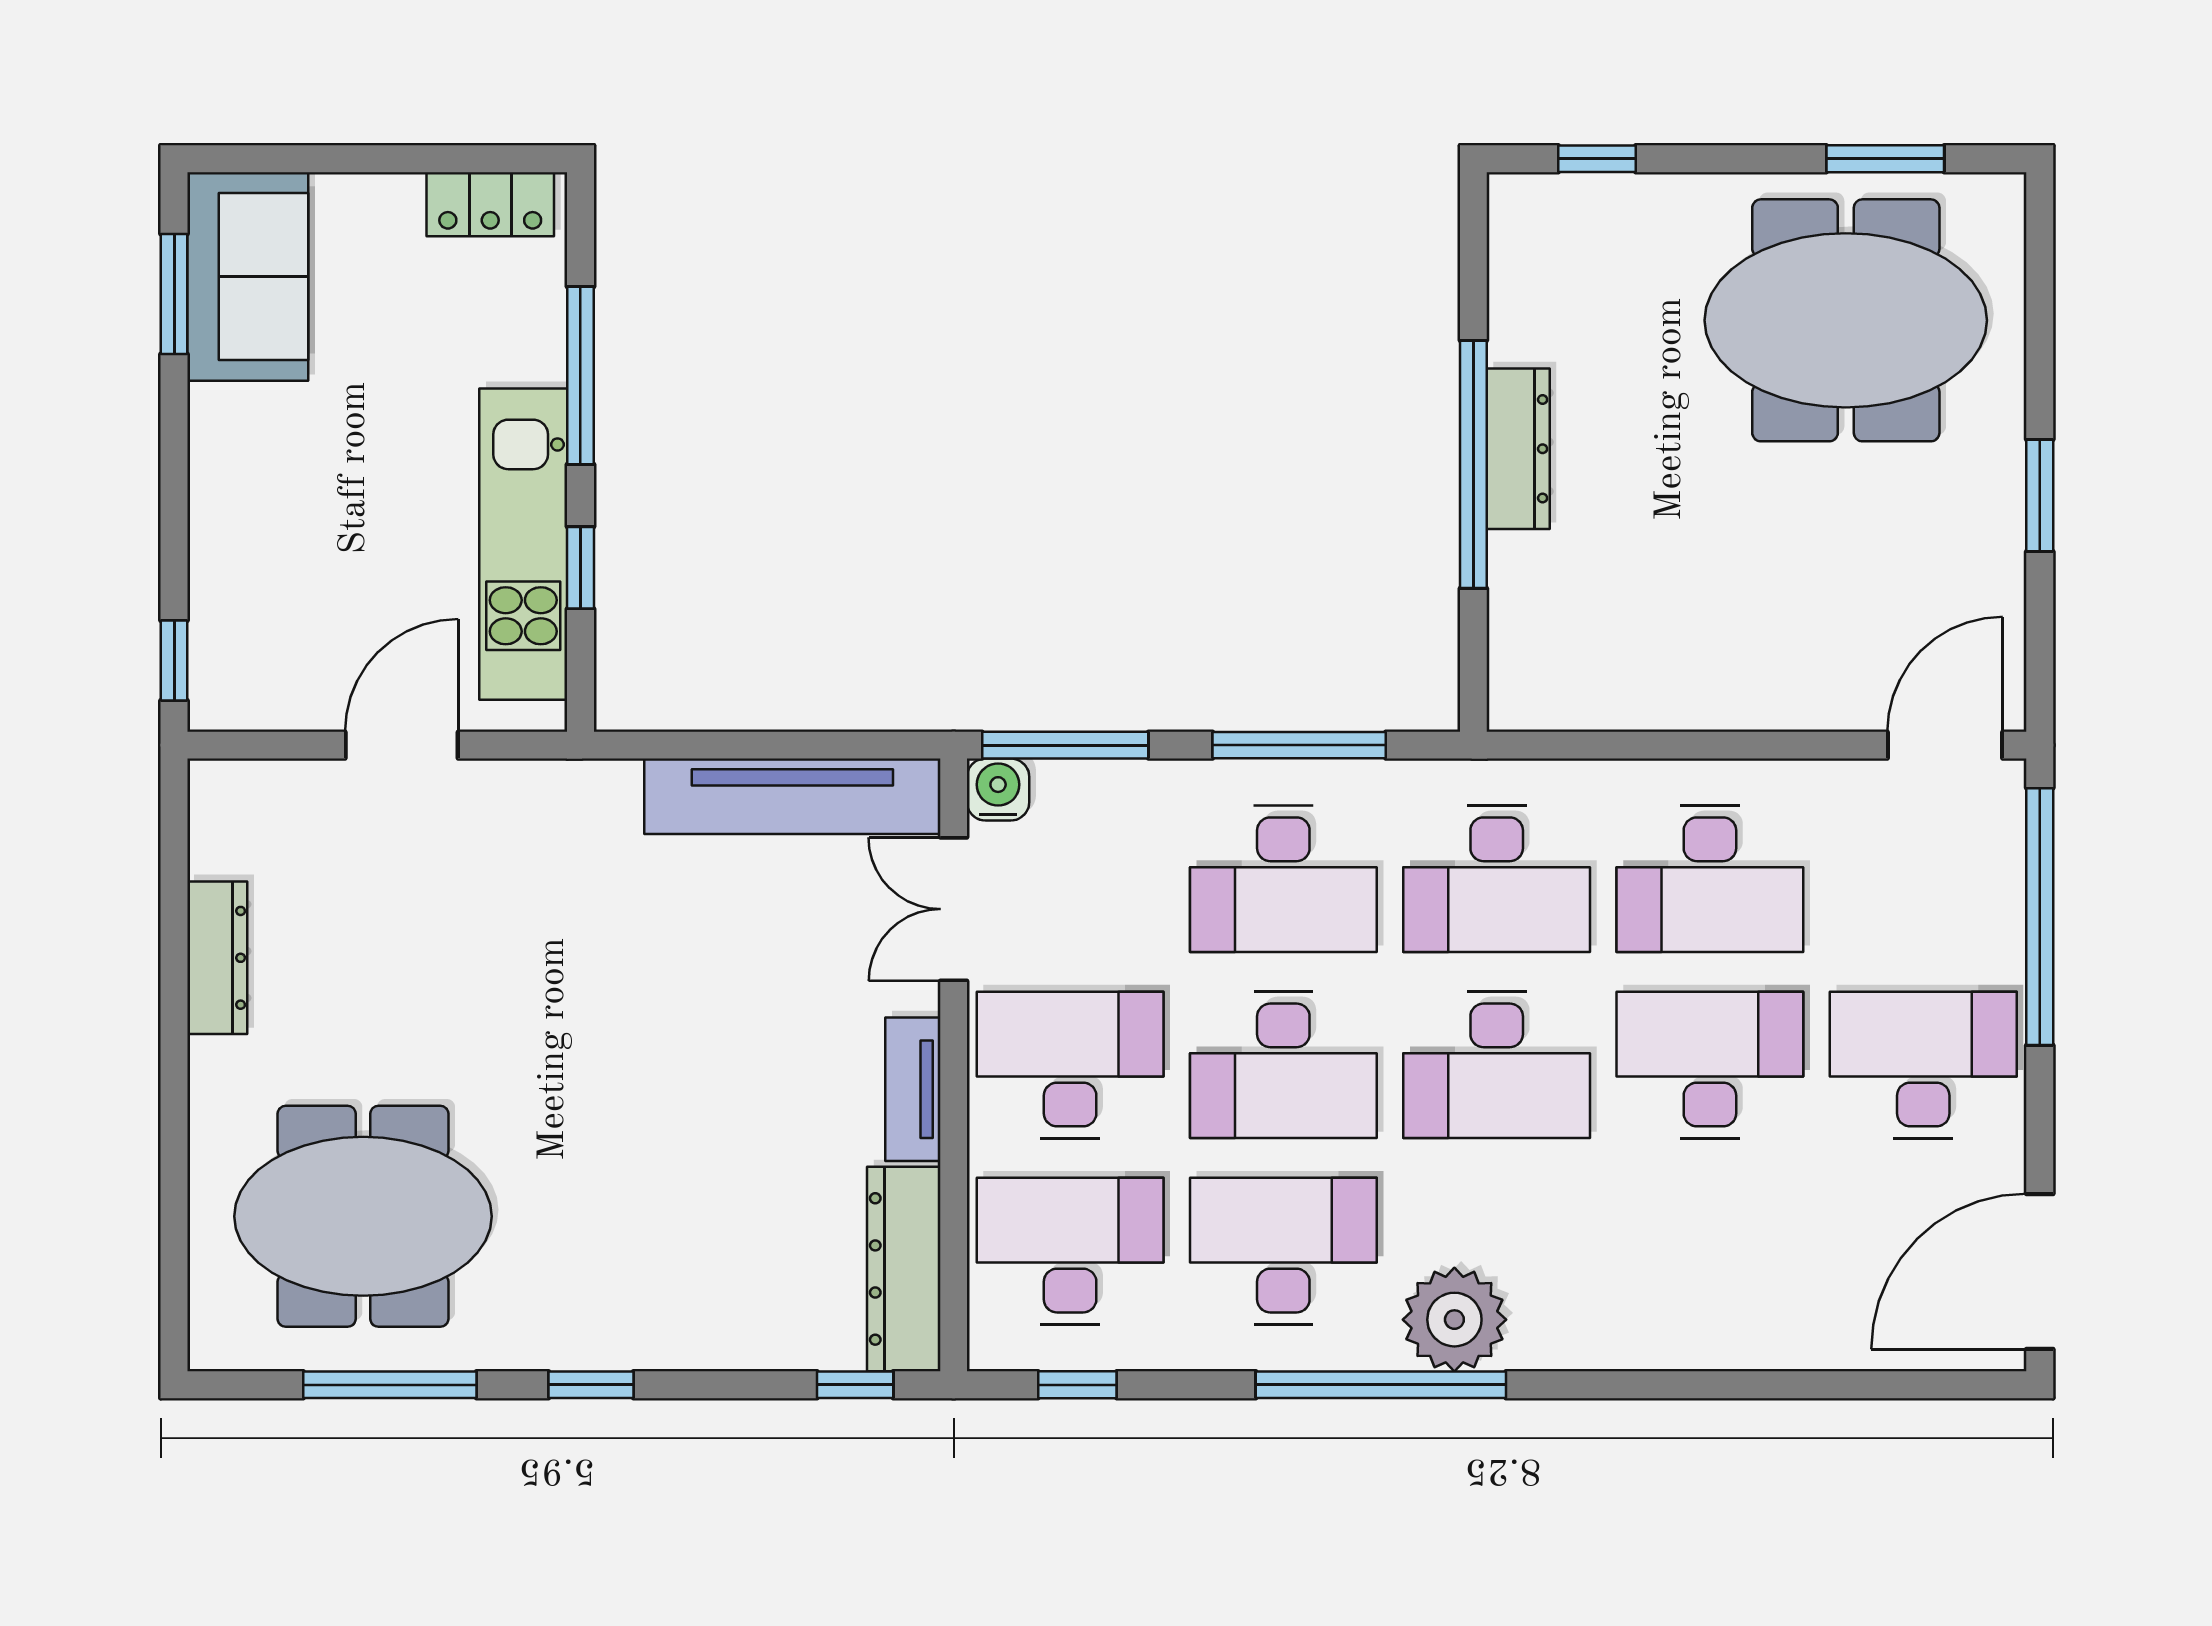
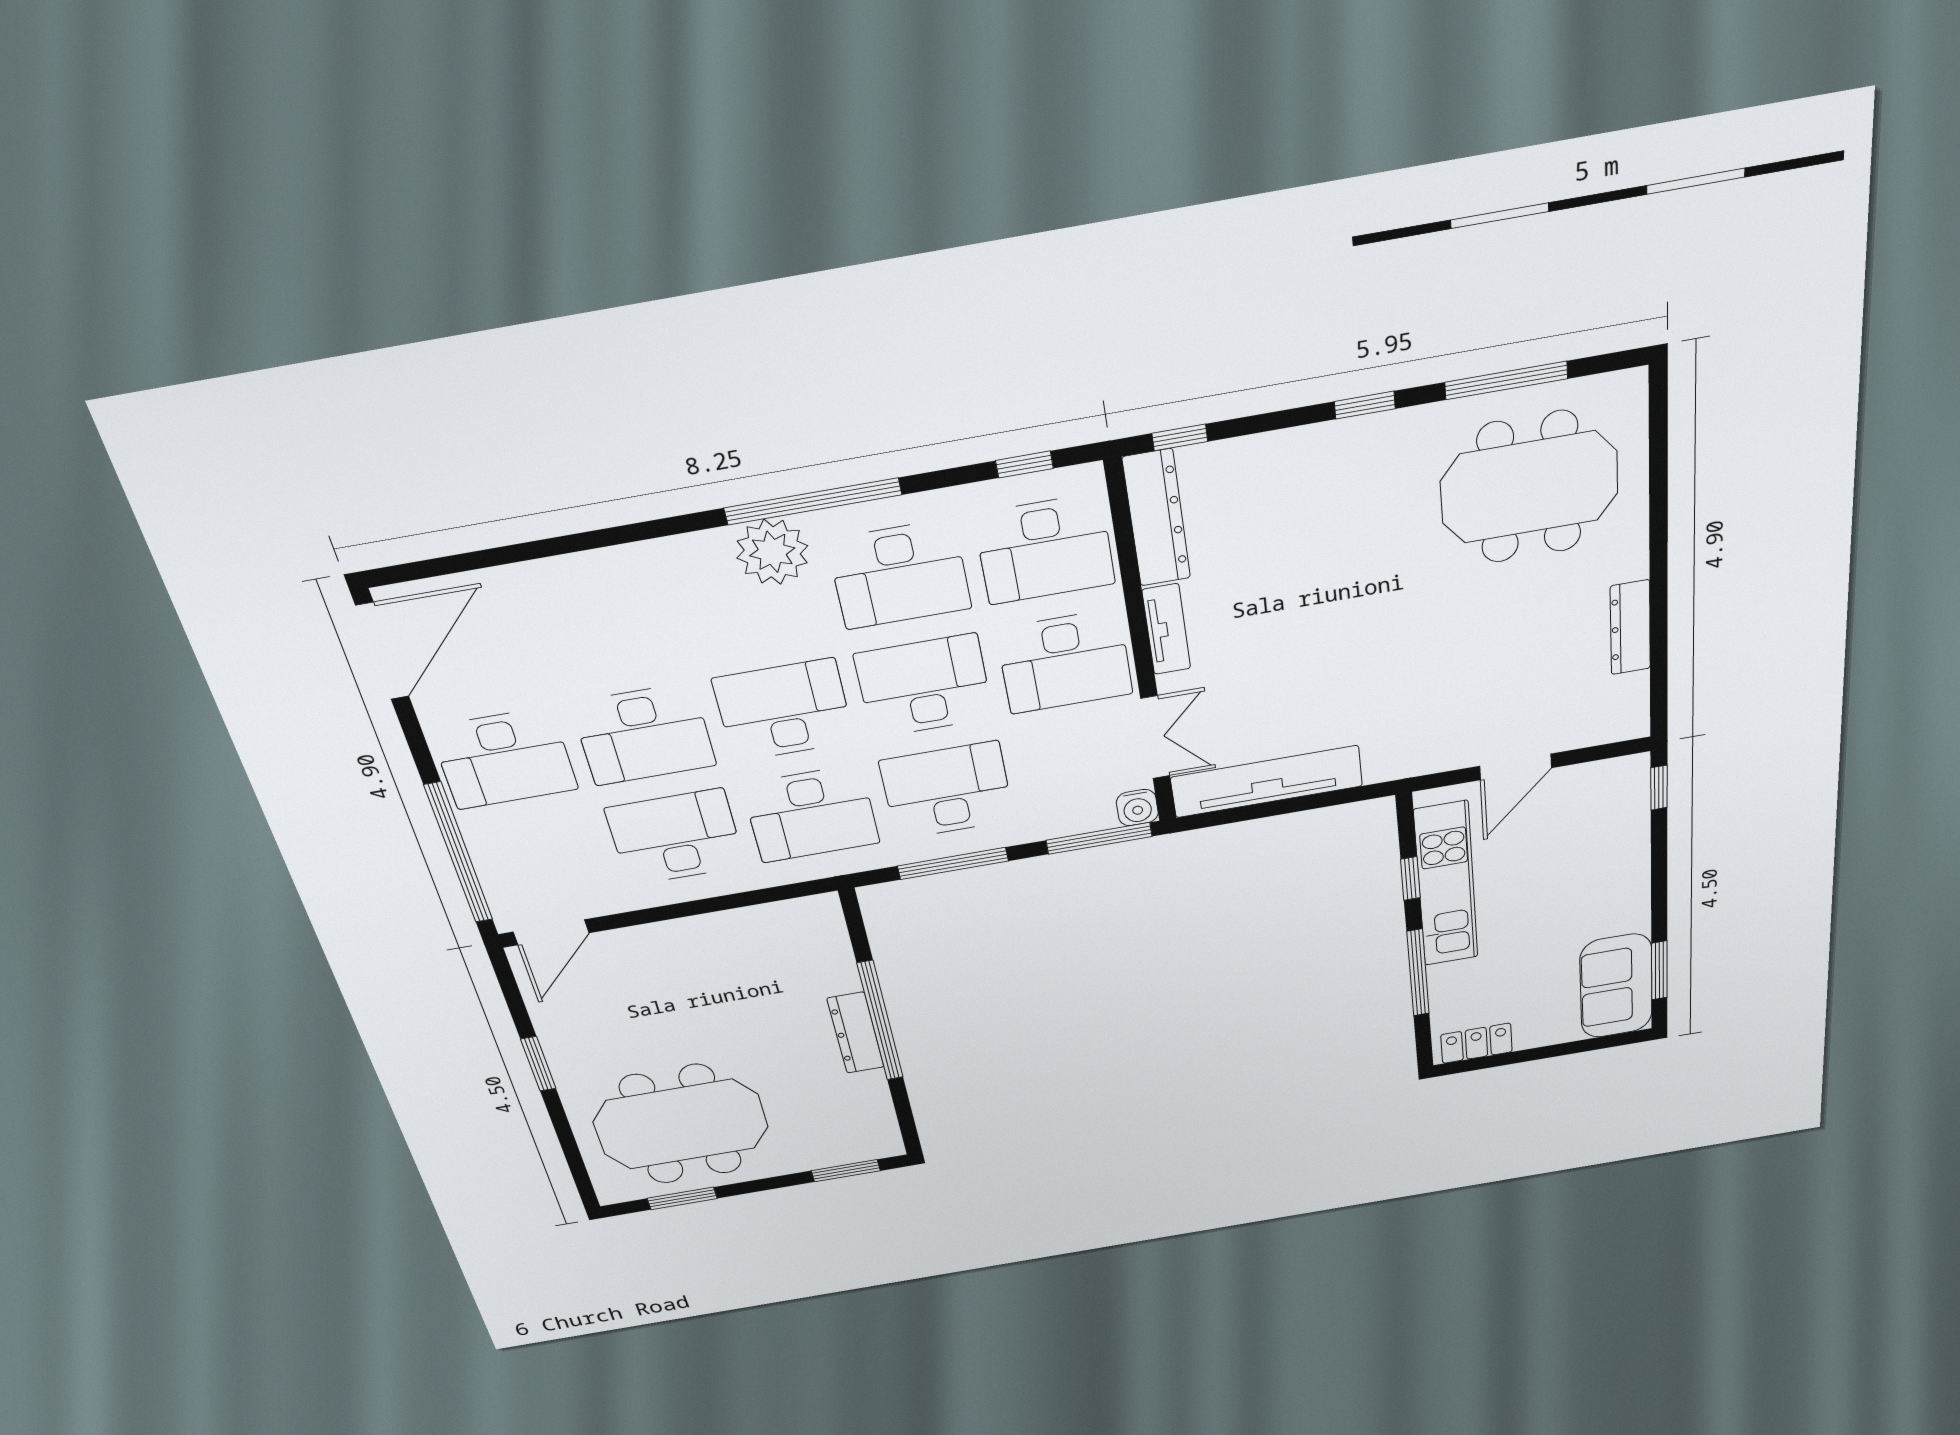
window: (1597, 159) -> (846, 1171), width x1.50
desk: (1497, 879) -> (811, 814), turned 180

